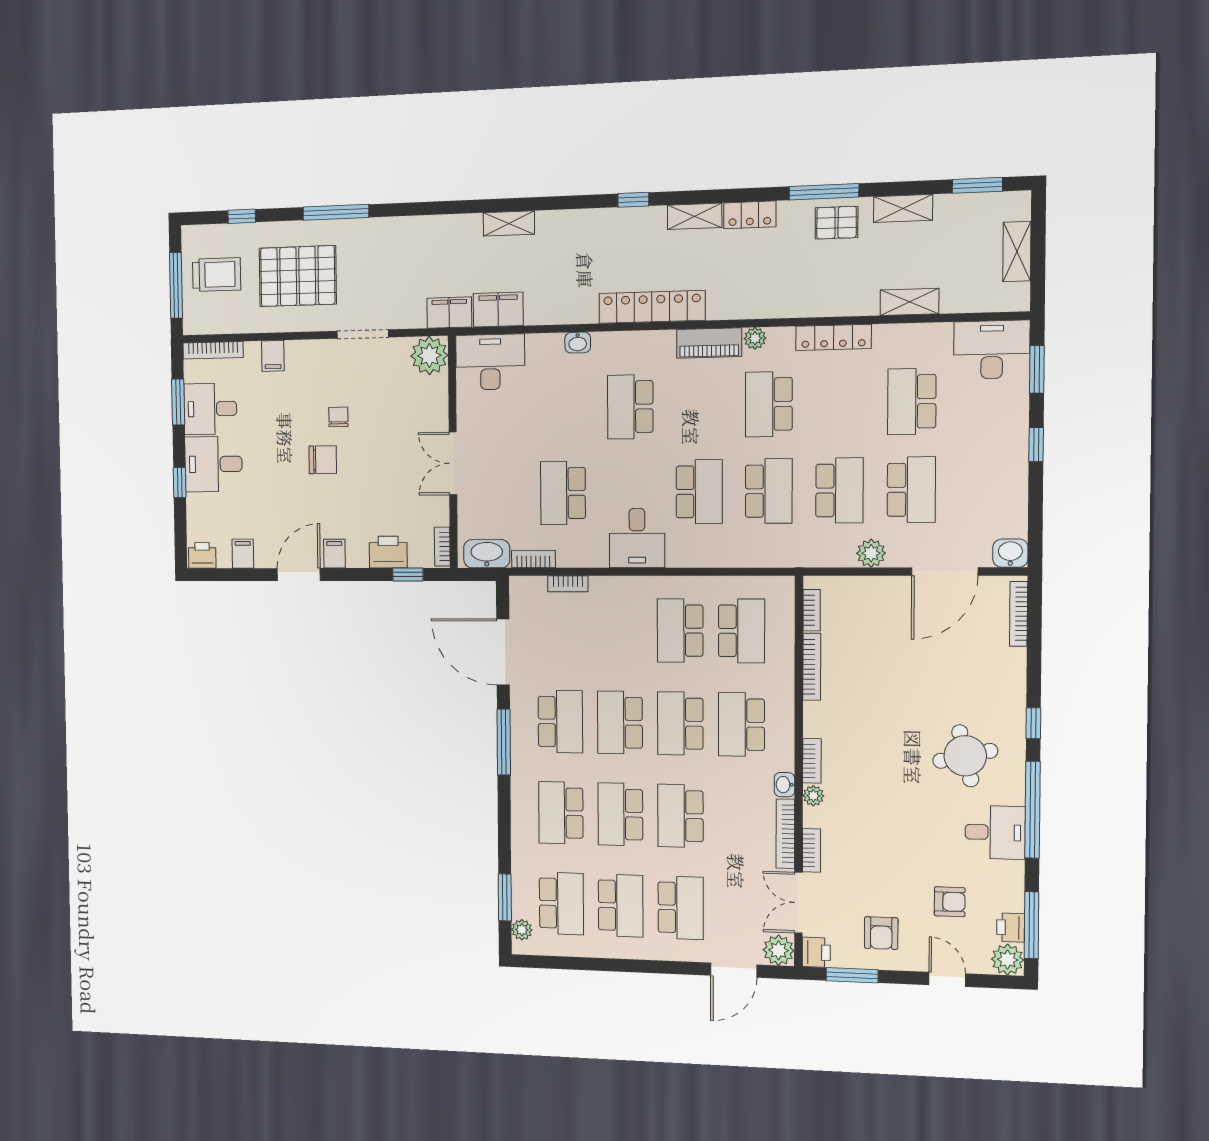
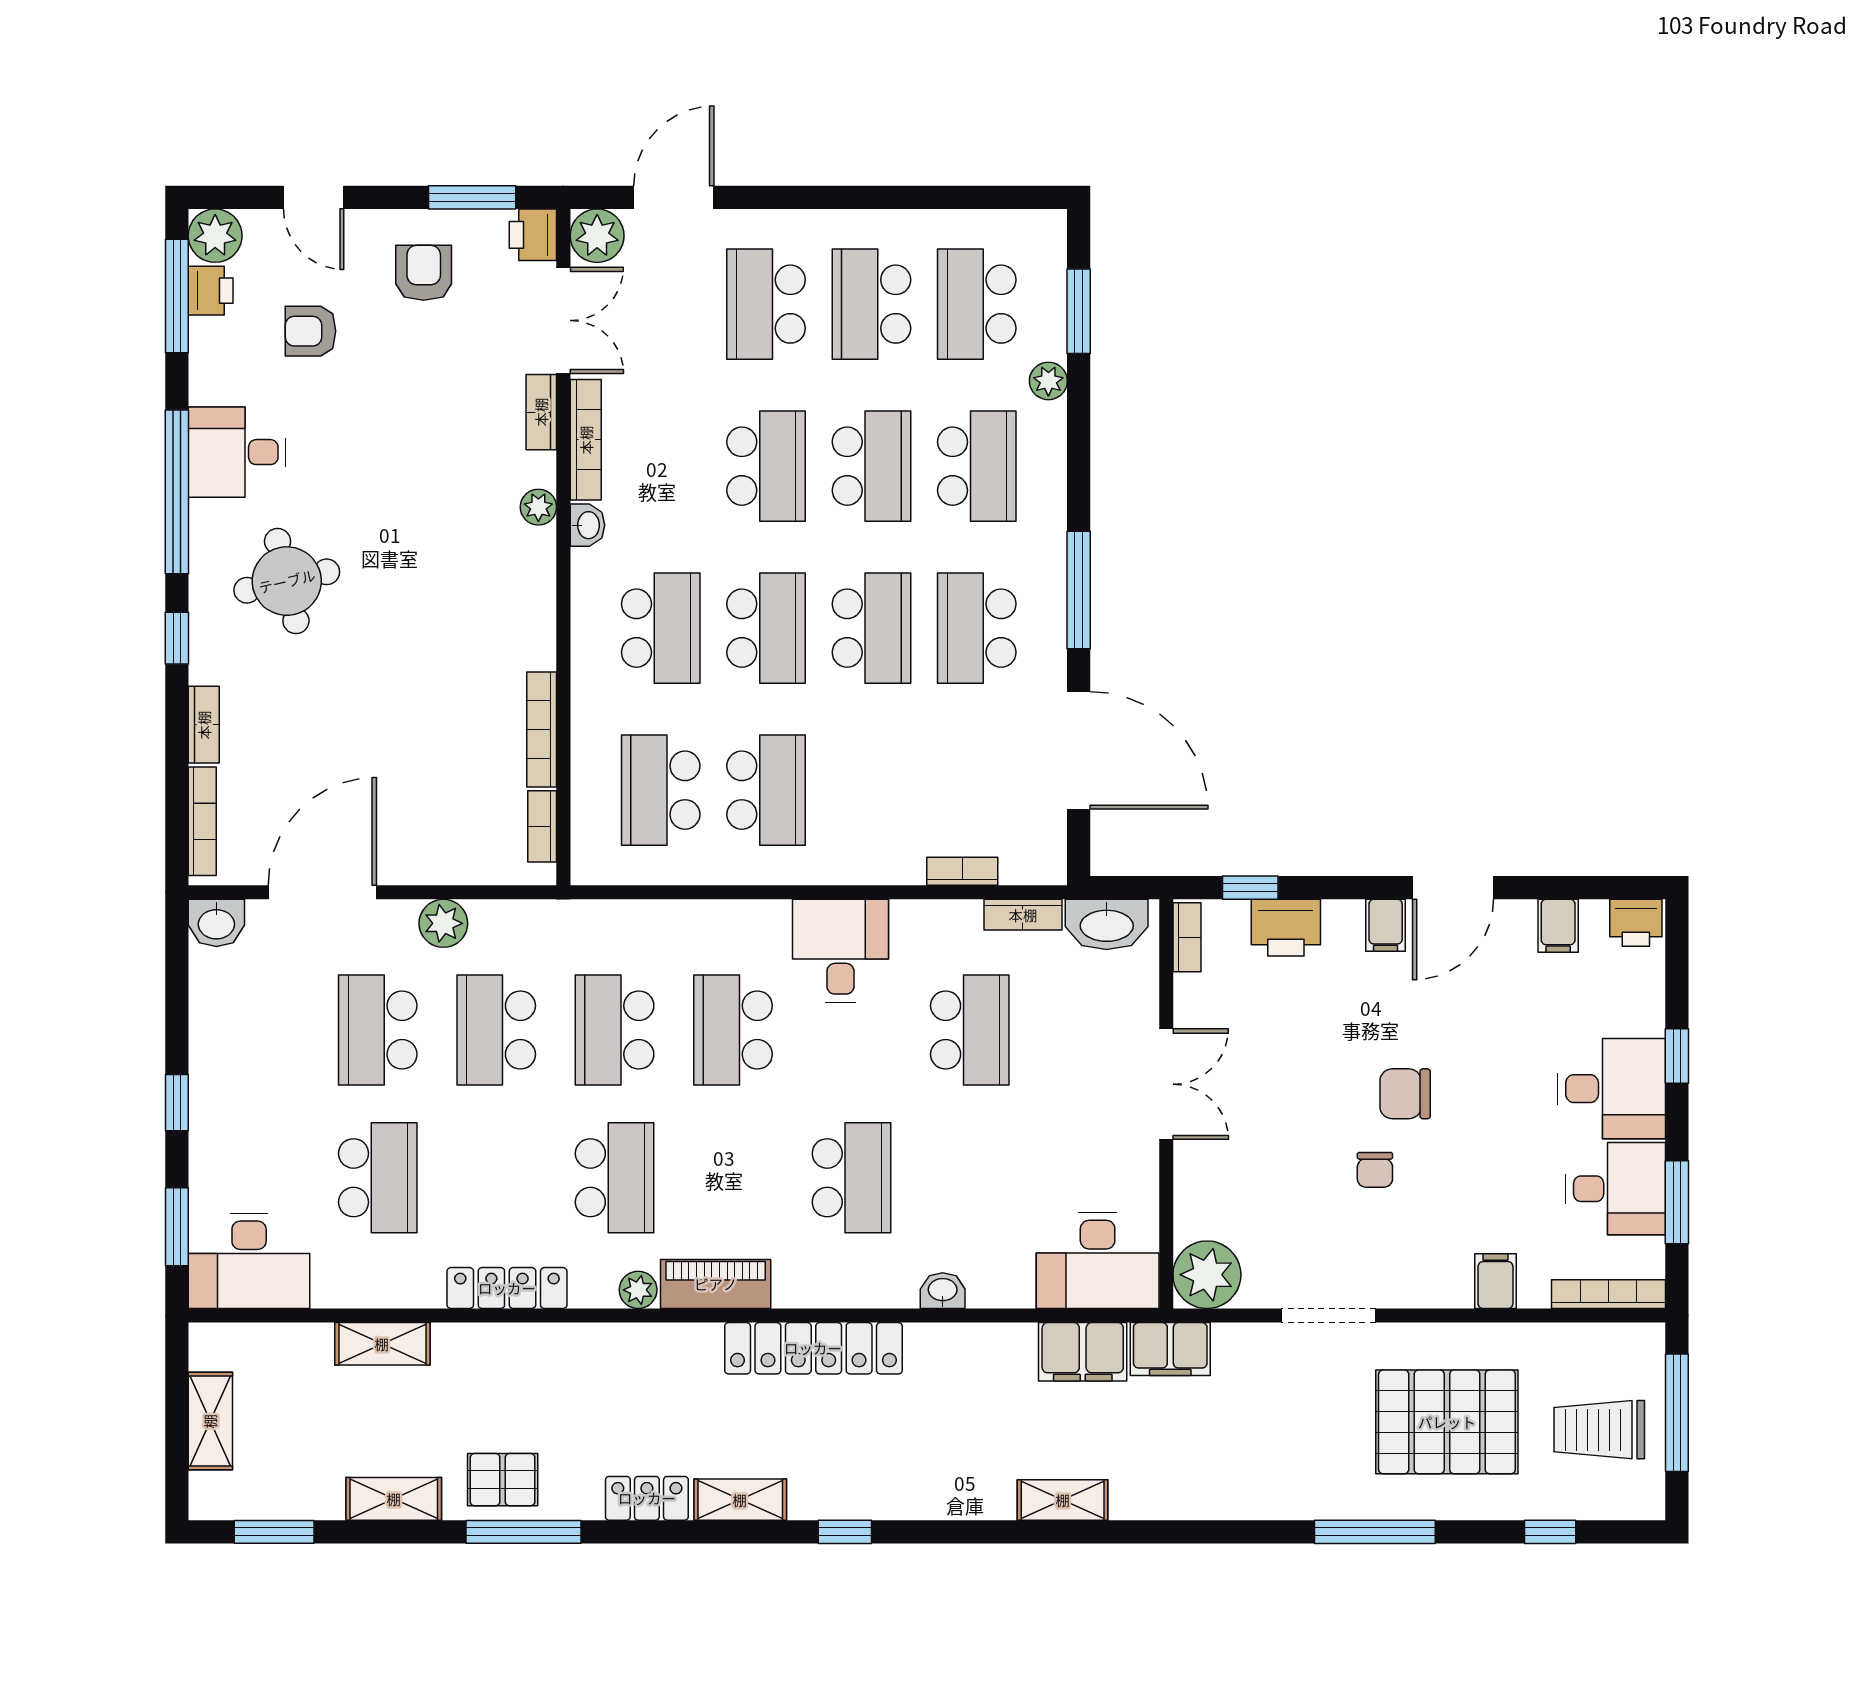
bookcase: (812, 761) -> (204, 725), moved, turned 180
plant: (522, 930) -> (1048, 381), moved

